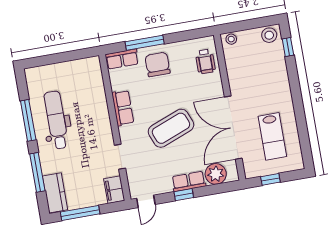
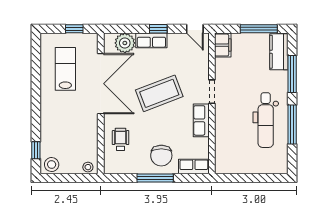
window: (145, 43) -> (155, 178), moved
wheelchair: (205, 61) -> (121, 139), moved
doorway: (120, 157) -> (212, 92), moved
door: (146, 201) -> (195, 29), swing flipped

